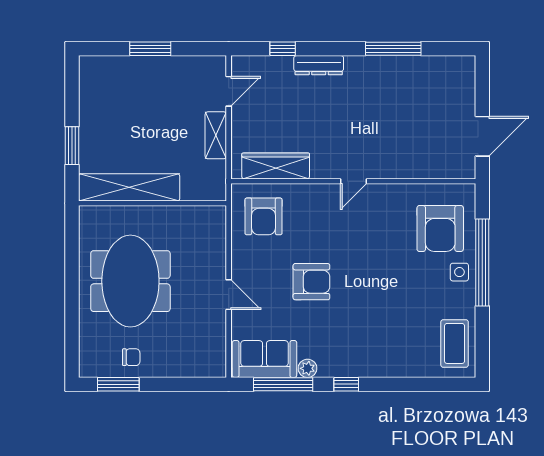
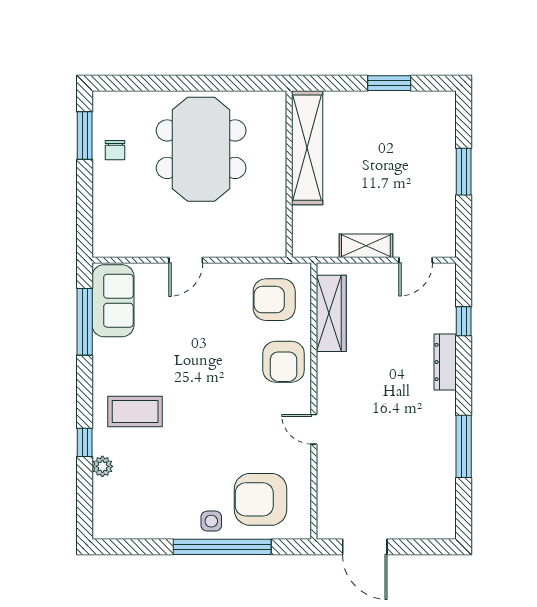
door: (229, 91) -> (416, 260), hinge flipped
window: (72, 146) -> (389, 83), moved
door: (353, 181) -> (314, 429), moved
meeting table: (130, 281) -> (201, 149), turned 90
armchair: (311, 282) -> (284, 362), moved
coffee table: (455, 343) -> (135, 412), moved
plant: (308, 368) -> (102, 466), moved
window: (346, 384) -> (85, 442), moved

